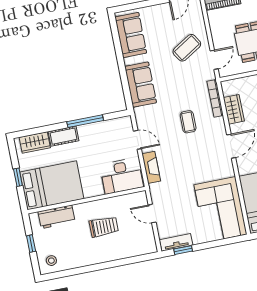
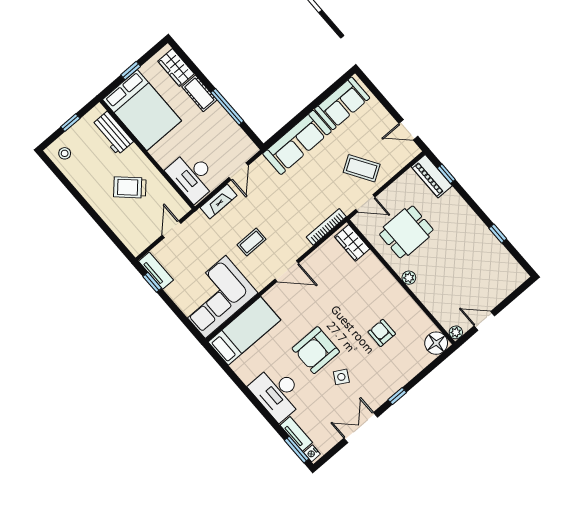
sofa: (141, 85) -> (297, 142), width x1.36
wardrobe: (234, 109) -> (352, 243), moved, turned 90
coffee table: (188, 122) -> (252, 242), moved
trolley: (104, 227) -> (130, 187), turned 133

